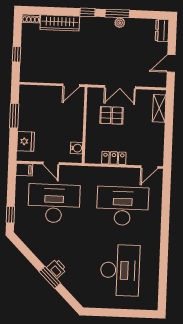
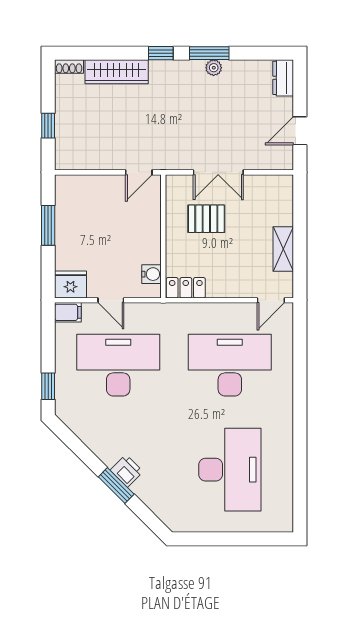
shelving: (159, 108) -> (283, 249), moved
fridge: (26, 141) -> (70, 285), moved, turned -90
locker: (114, 158) -> (186, 288), moved

